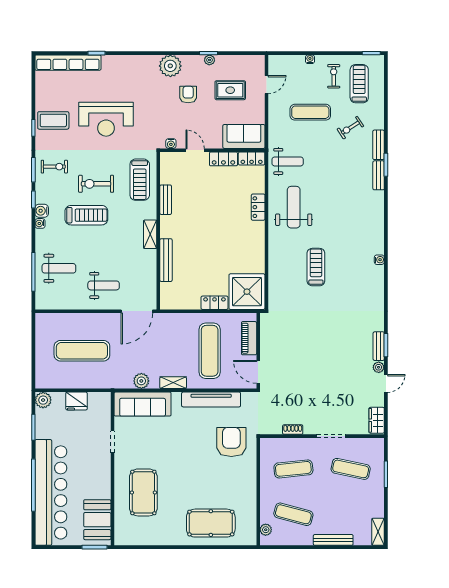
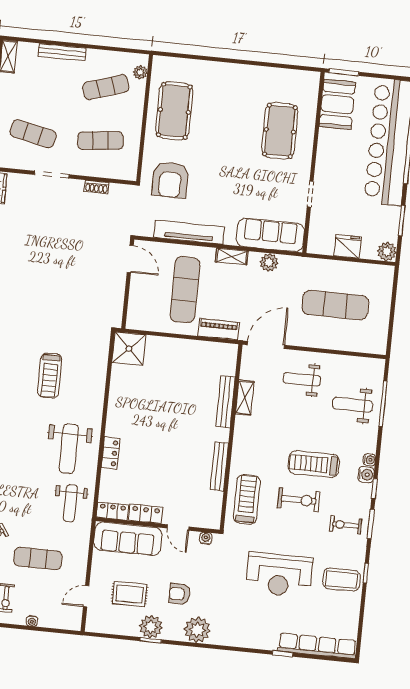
plant: (209, 60) -> (151, 627), width x1.88, depth x1.88
armchair: (188, 94) -> (180, 594), turned 90
reception desk: (106, 119) -> (279, 575), turned 180
sofa: (244, 136) -> (128, 539), width x1.36
weight bench: (288, 161) -> (70, 503), turned -90
bench: (166, 200) -> (219, 466), width x1.36
shelving: (150, 234) -> (245, 398), moved
shower: (247, 292) -> (129, 349), width x0.73, depth x0.73
locker: (214, 303) -> (173, 346), removed
piano: (249, 338) -> (219, 329), moved, turned -90
exercise mat: (293, 514) -> (106, 87), turned -33
pool table: (211, 523) -> (174, 111), moved, turned 90

